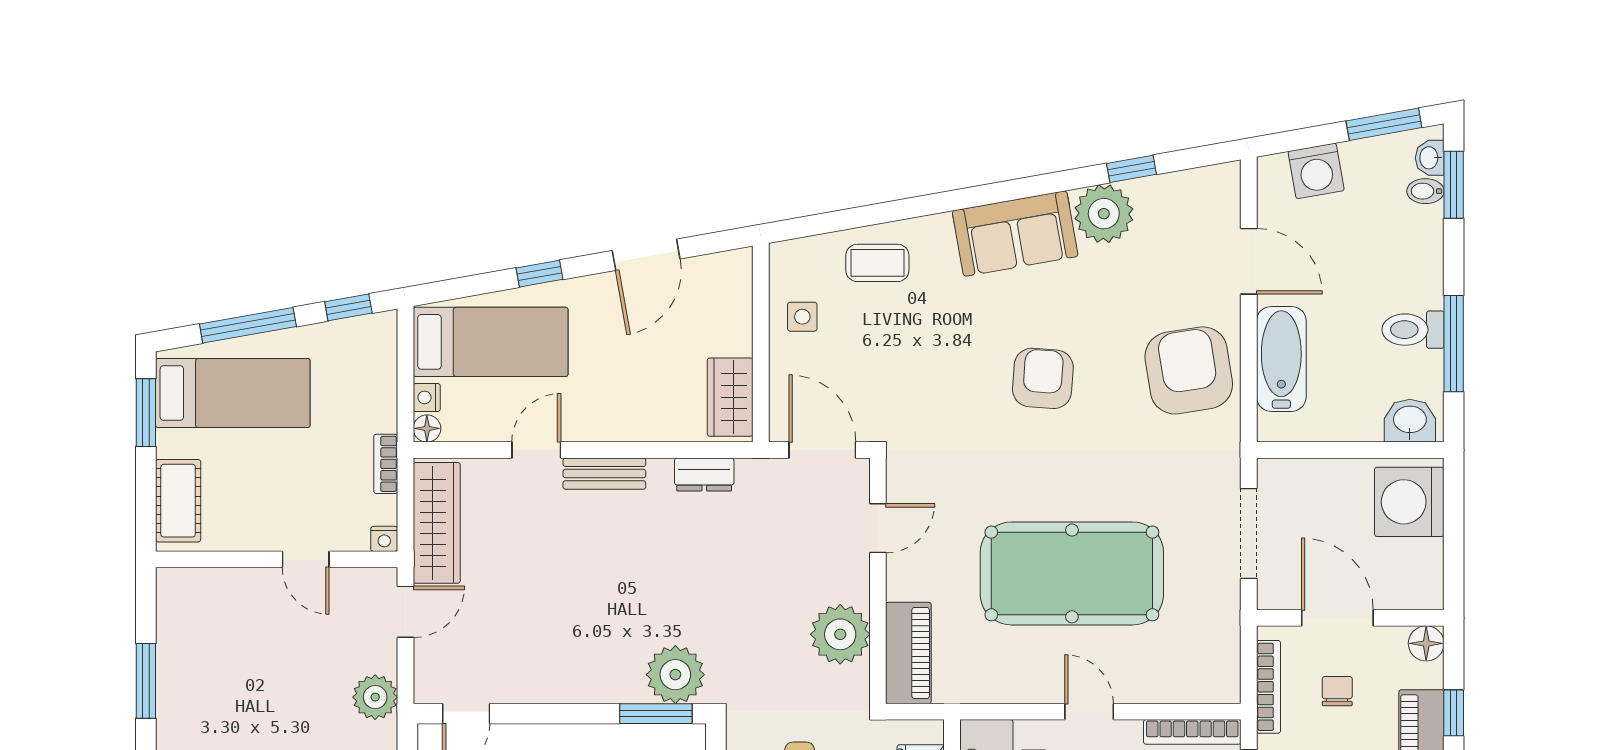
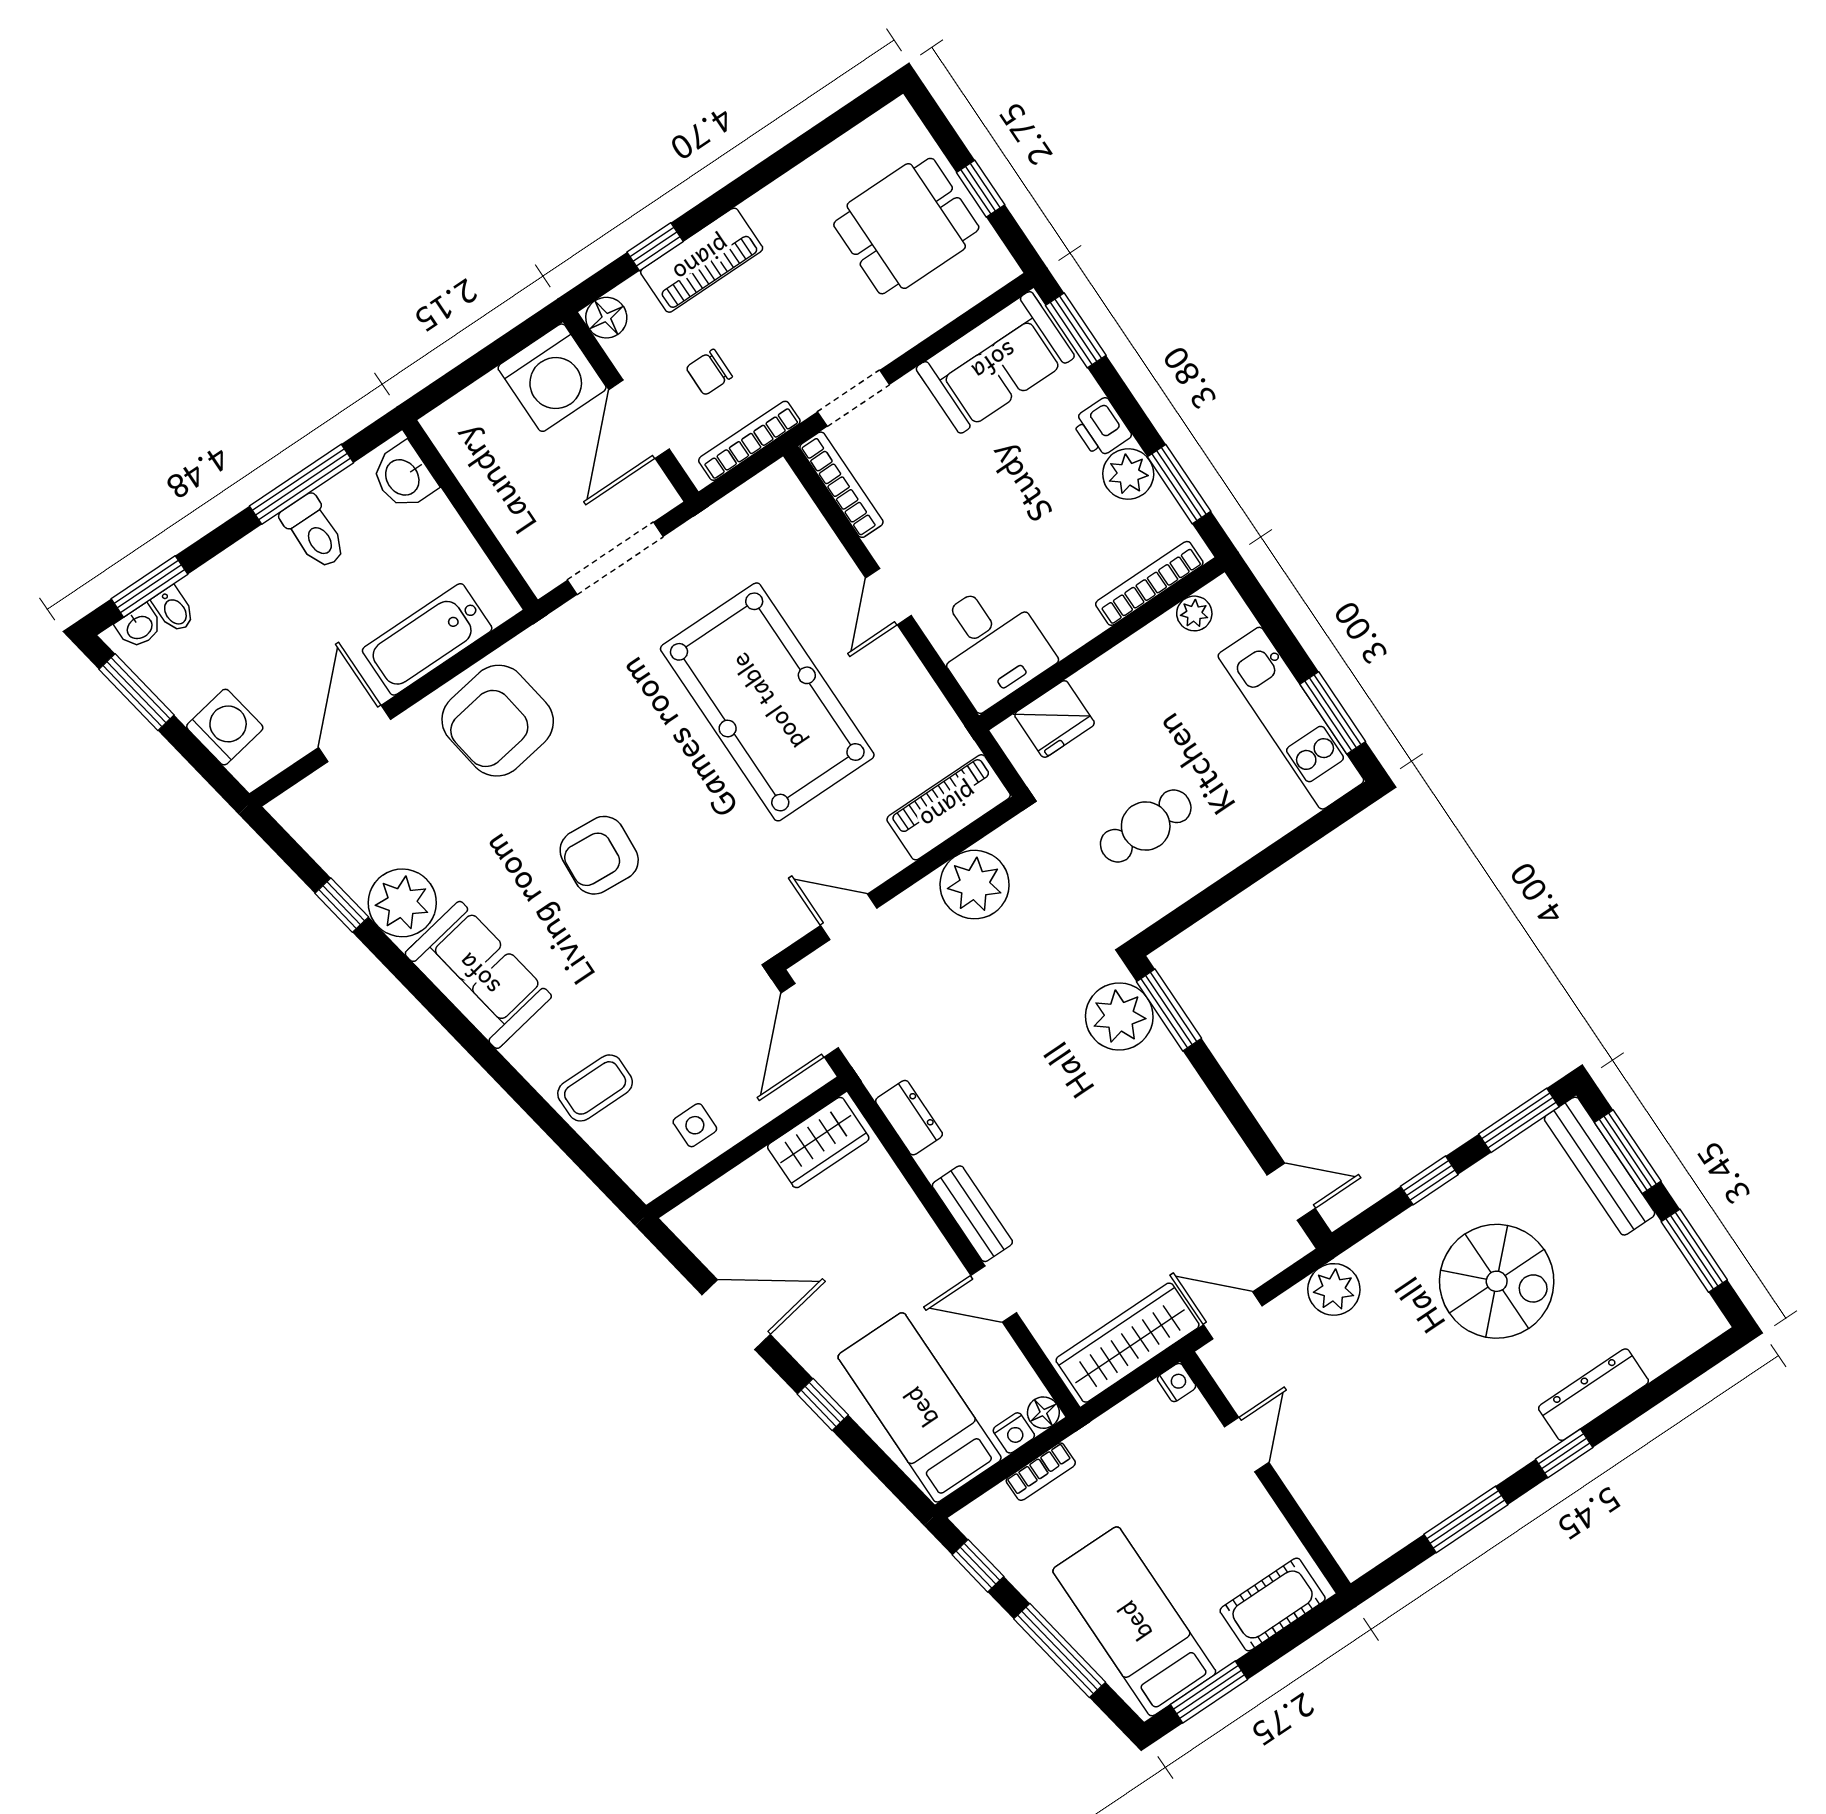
coffee table: (877, 263) -> (595, 1088), turned 90
bookcase: (386, 464) -> (1041, 1472), moved
washing machine: (1409, 502) -> (552, 378), moved

